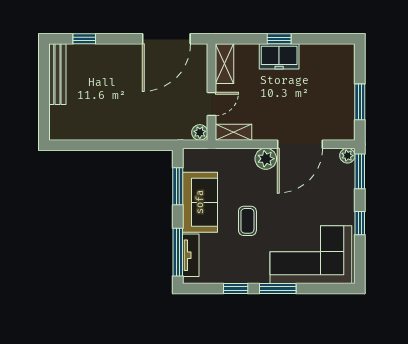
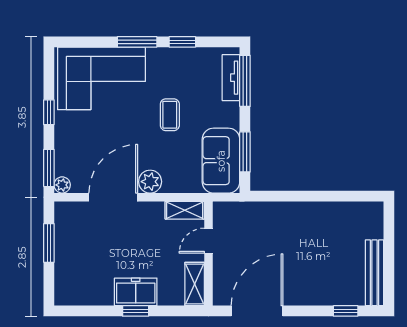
plant: (200, 132) -> (221, 210), removed
sofa: (200, 202) -> (221, 161), moved

